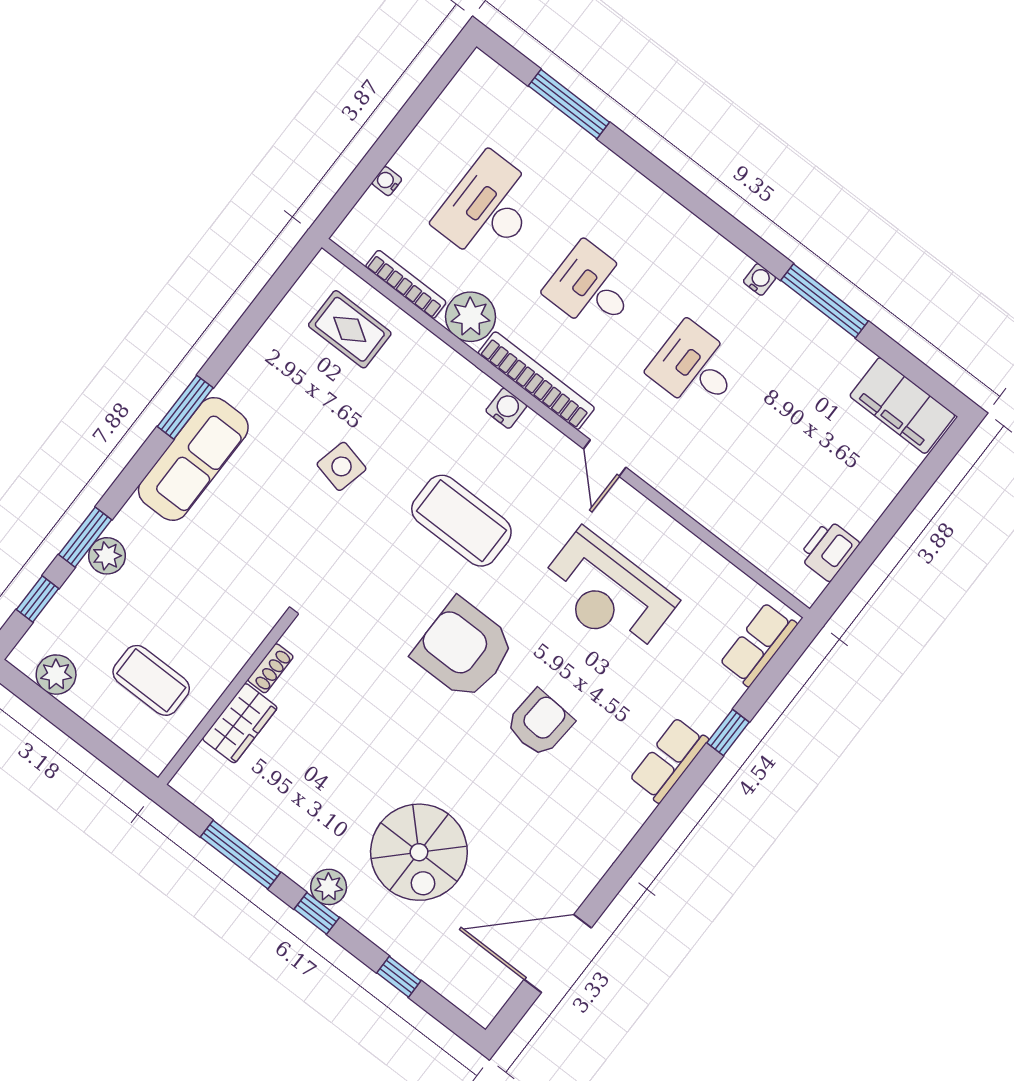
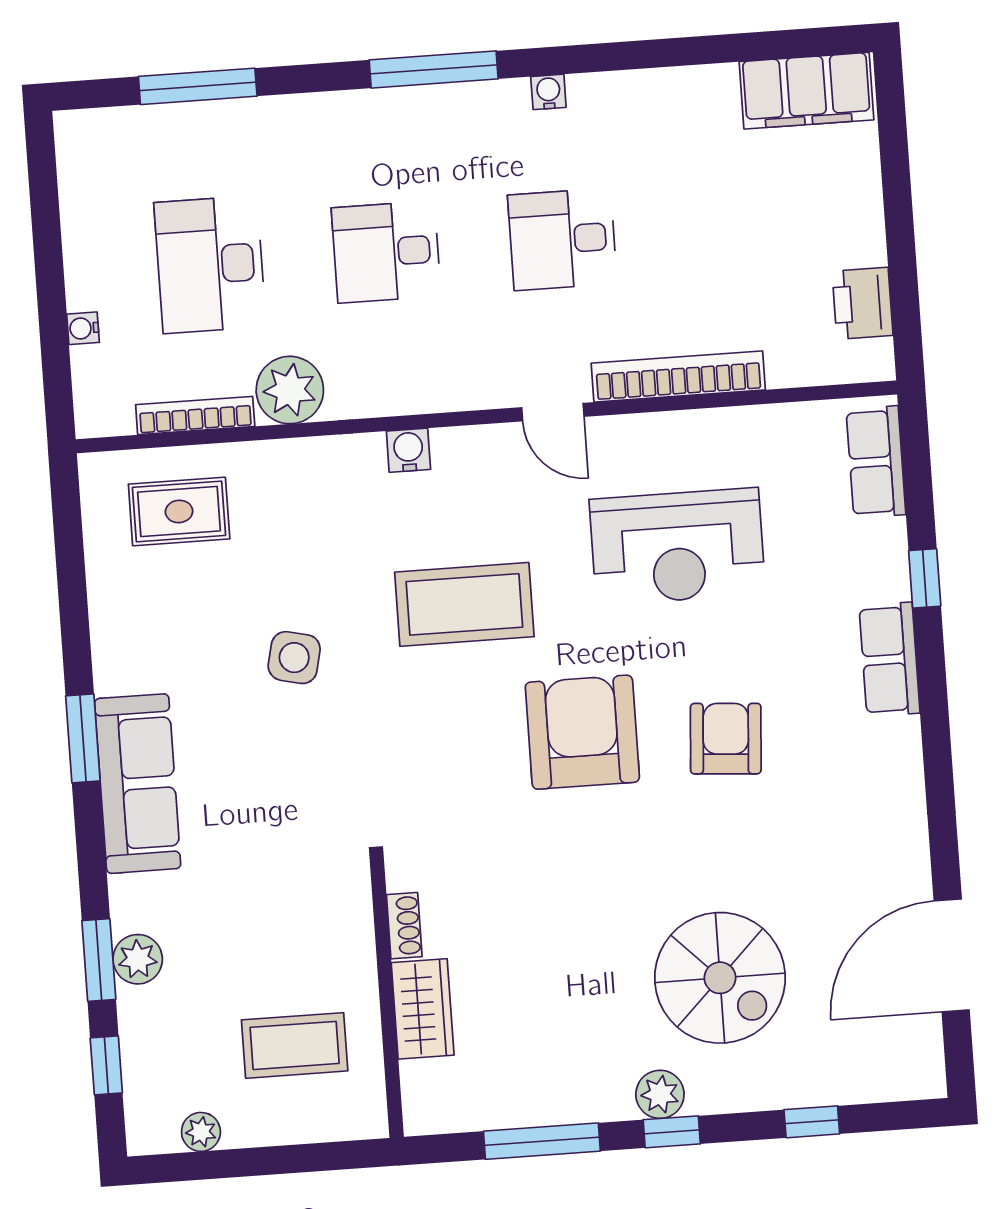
window: (824, 301) -> (434, 69), moved
bookcase: (536, 381) -> (678, 376), moved
armchair: (464, 649) -> (582, 732), turned 90
plant: (56, 675) -> (201, 1132), width x0.73, depth x0.73

